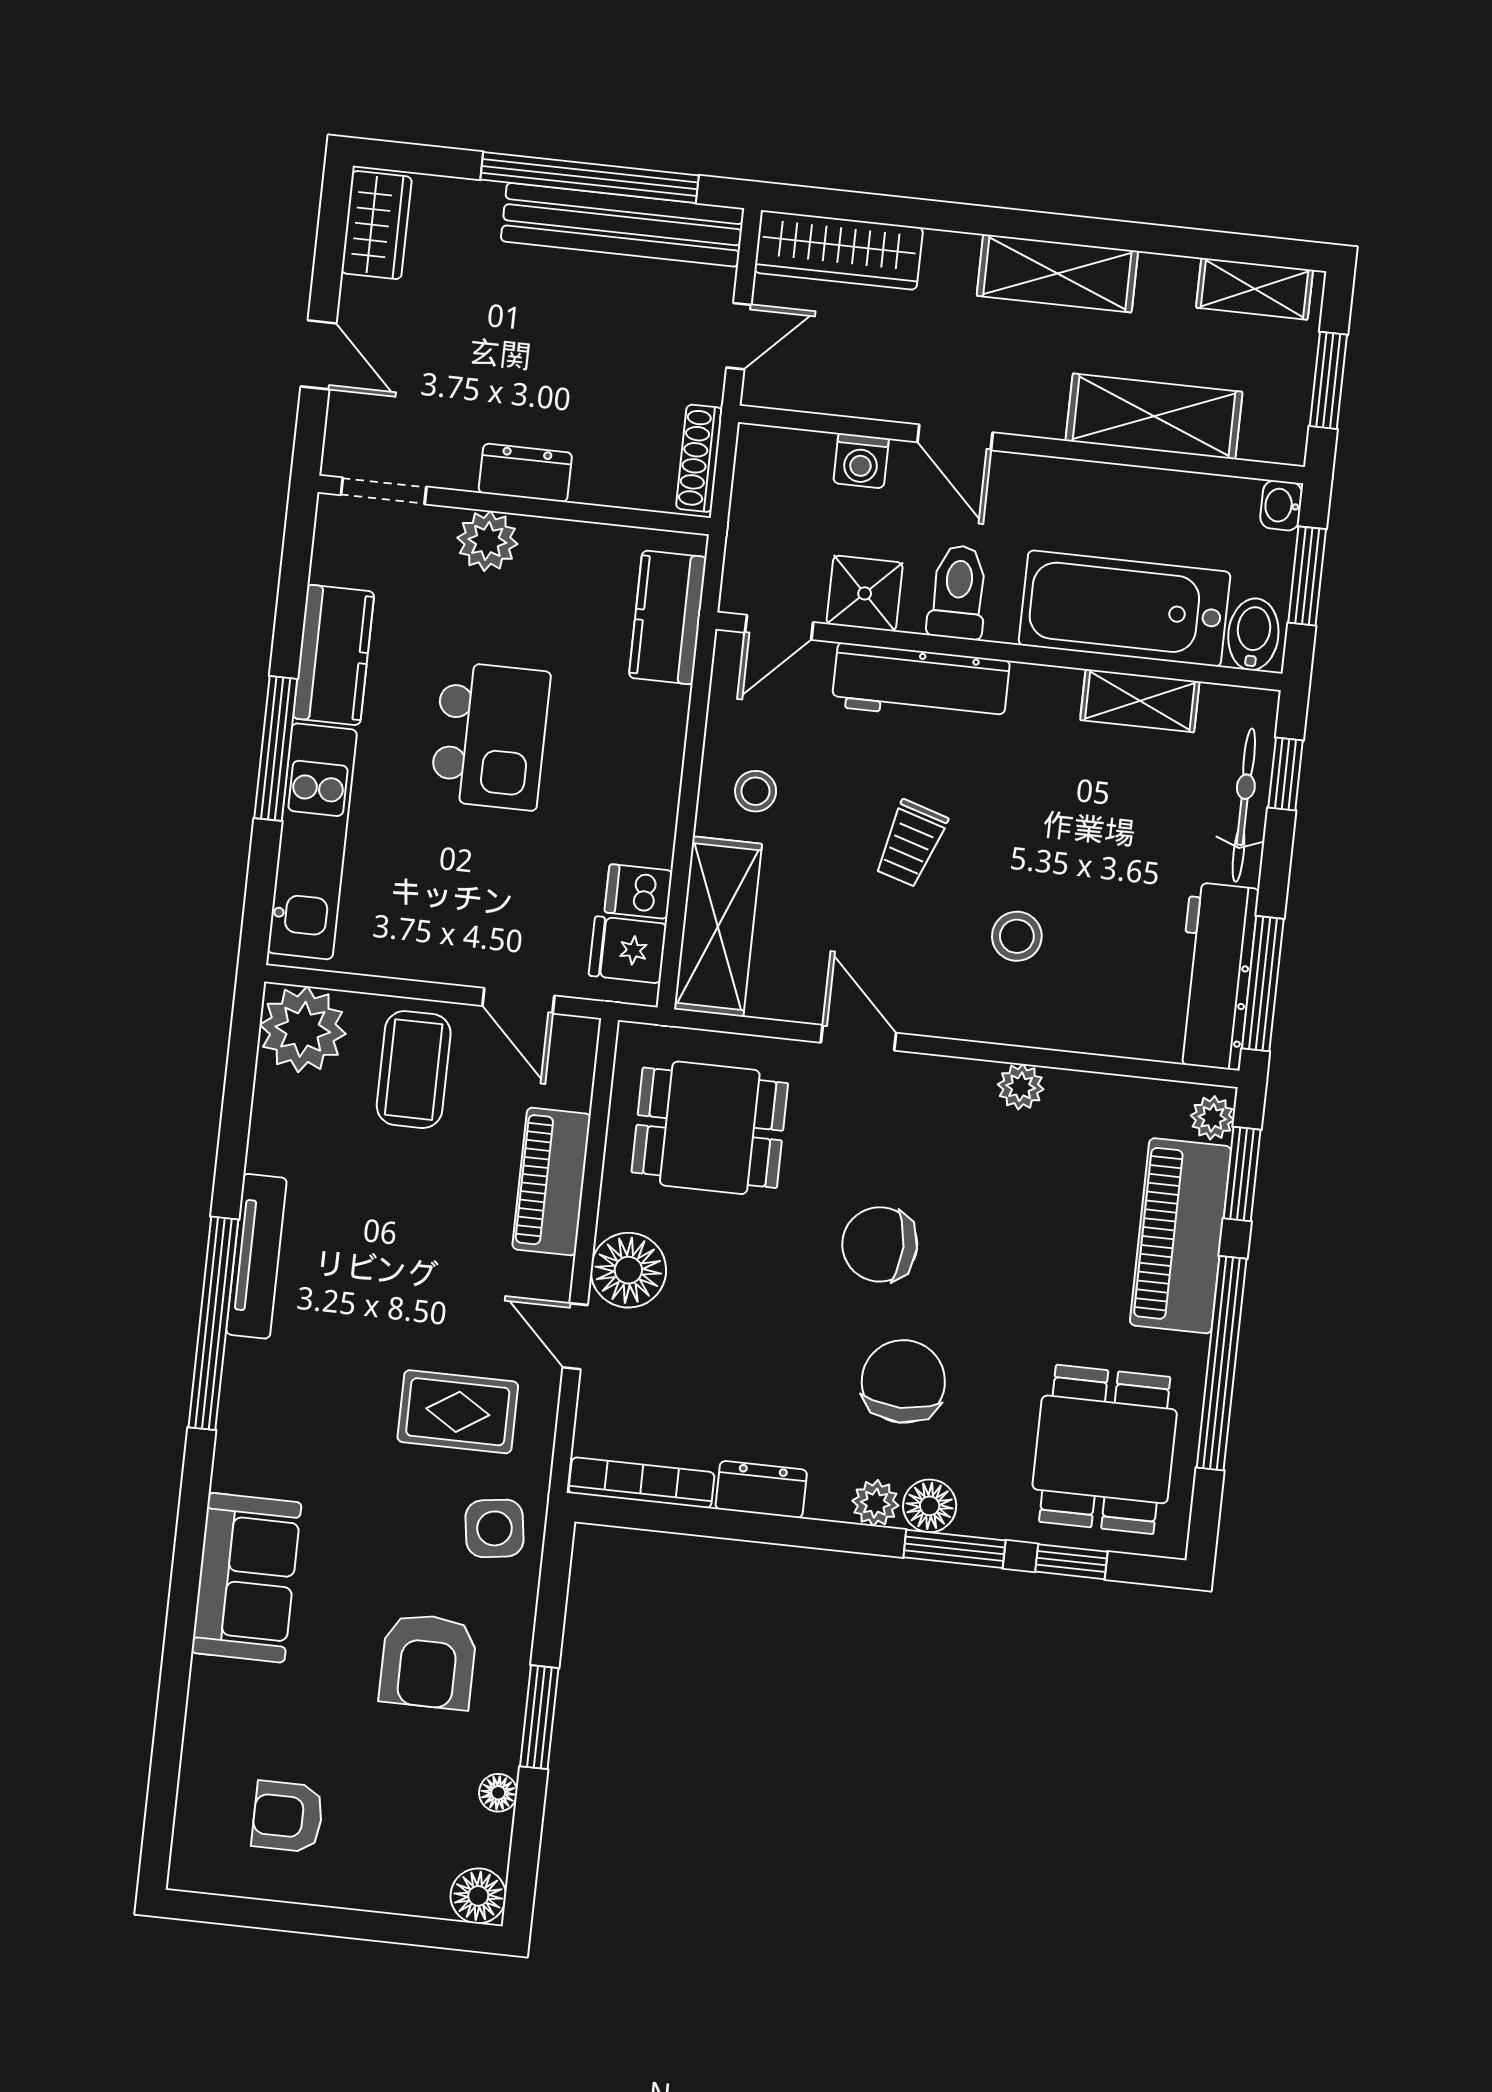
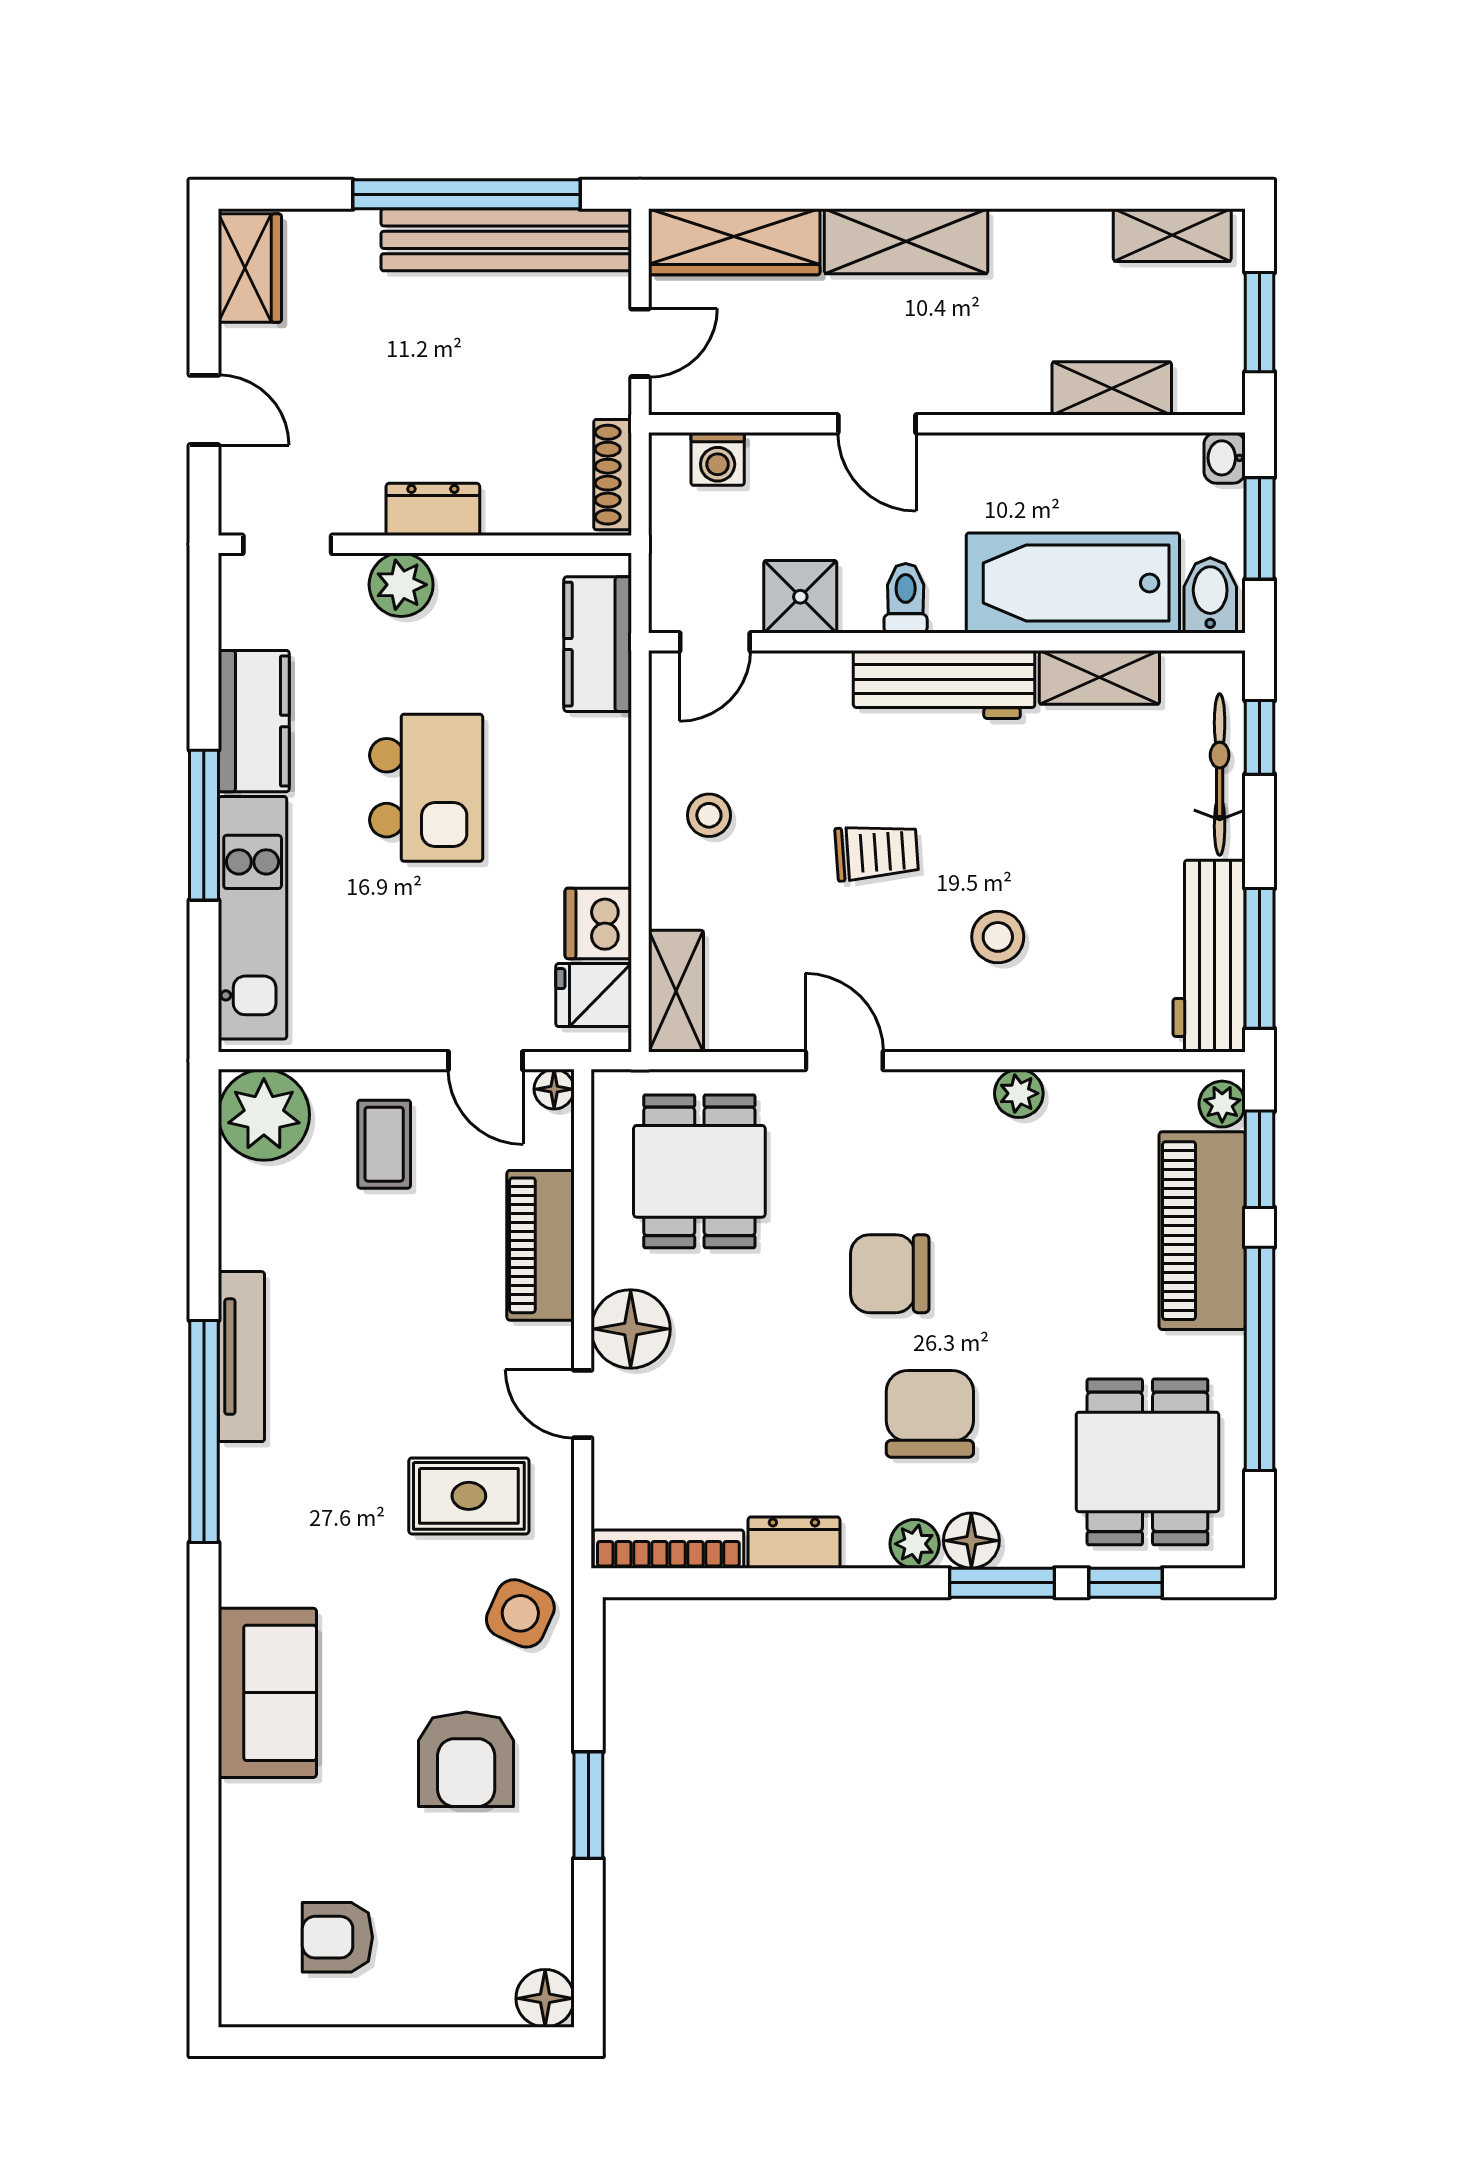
shelving: (1057, 273) -> (906, 241), moved
shelving: (1154, 416) -> (1112, 388), width x0.67, depth x0.75
washing machine: (861, 461) -> (718, 459), moved
toilet: (958, 592) -> (906, 598), width x0.73, depth x0.72
workbench: (921, 684) -> (944, 684), moved
trolley: (911, 843) -> (877, 852), turned -111
dishwasher: (638, 892) -> (598, 923), width x1.38
shelving: (718, 927) -> (676, 991), width x0.67, depth x0.75
coffee table: (414, 1070) -> (384, 1144), width x0.73, depth x0.77
dining table: (710, 1128) -> (699, 1171), turned 90
side table: (494, 1528) -> (520, 1613), turned 32
floor lamp: (498, 1793) -> (554, 1089), moved

